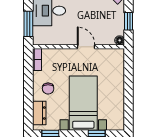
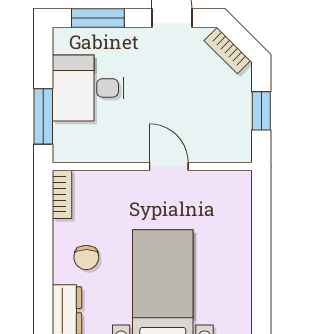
floor lamp: (120, 40) -> (242, 153), removed

